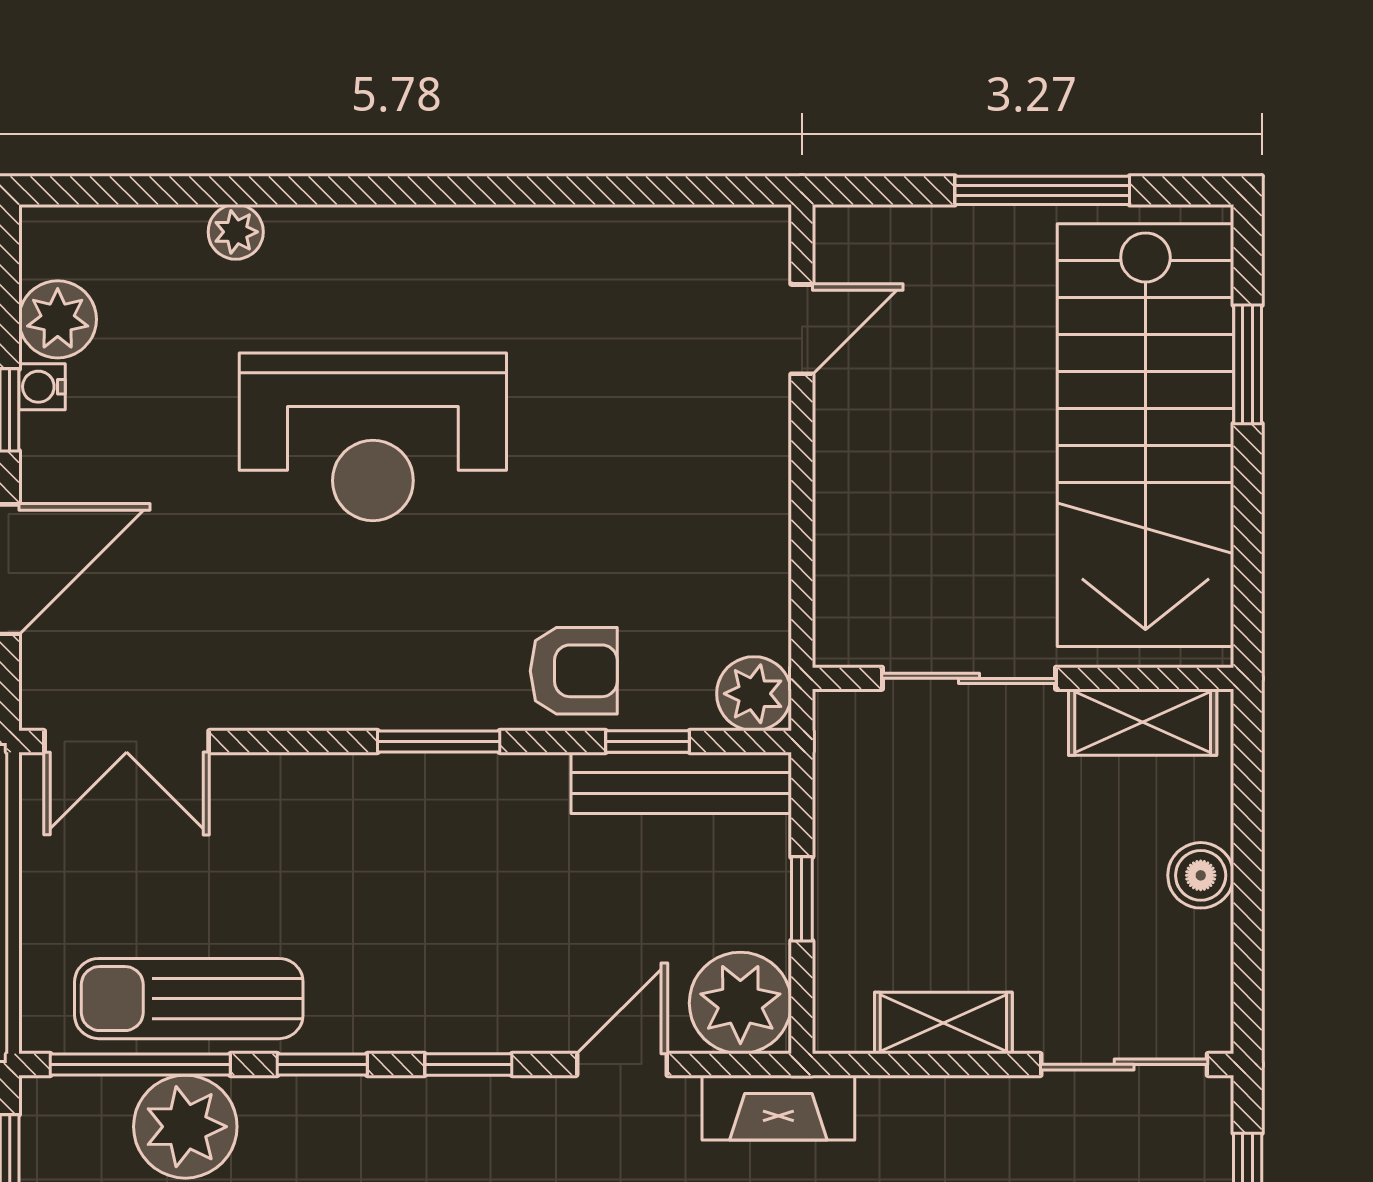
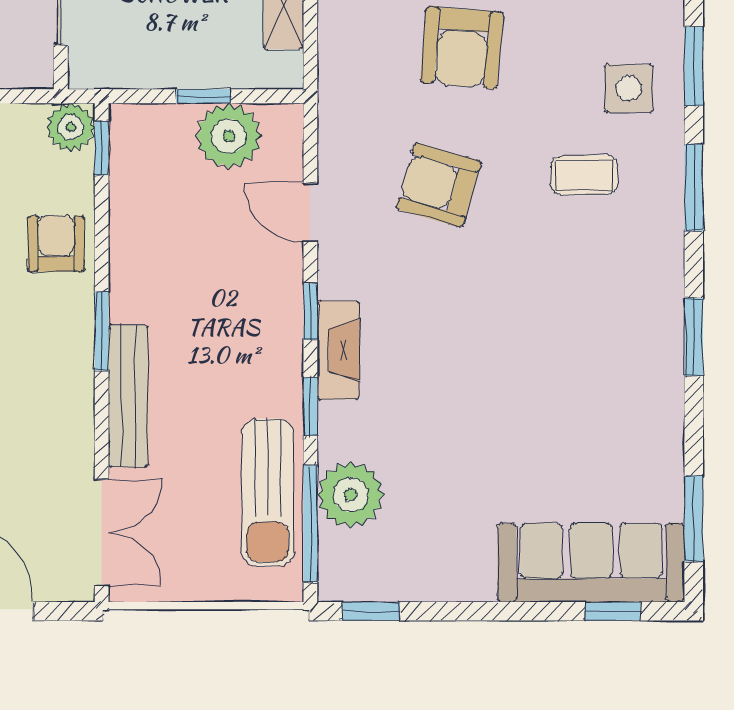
window: (648, 742) -> (102, 148), moved
bench: (681, 783) -> (128, 396), moved
plant: (740, 1003) -> (229, 136), moved
fireplace: (778, 1108) -> (338, 350), moved

